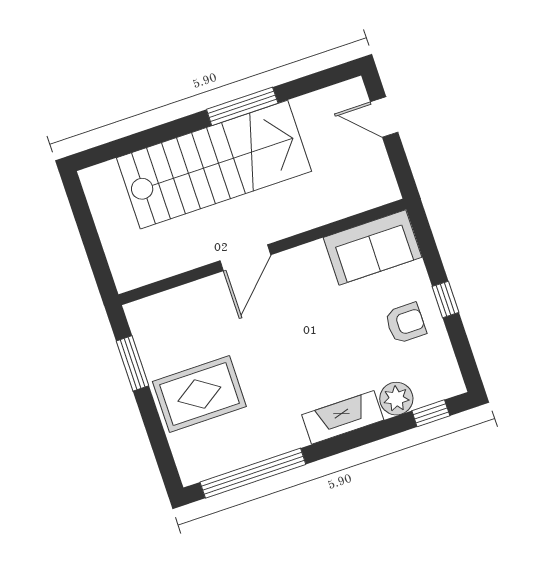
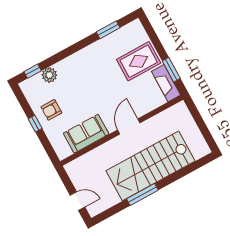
sofa: (372, 247) -> (86, 134), moved
fireplace: (343, 417) -> (166, 83), moved, turned 90
window: (253, 473) -> (108, 30), width x0.47

